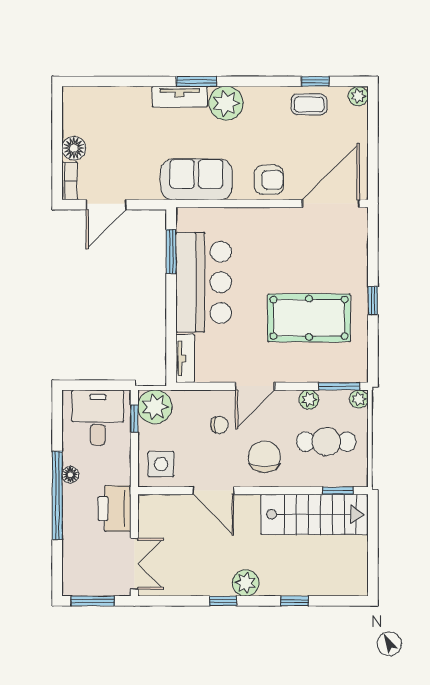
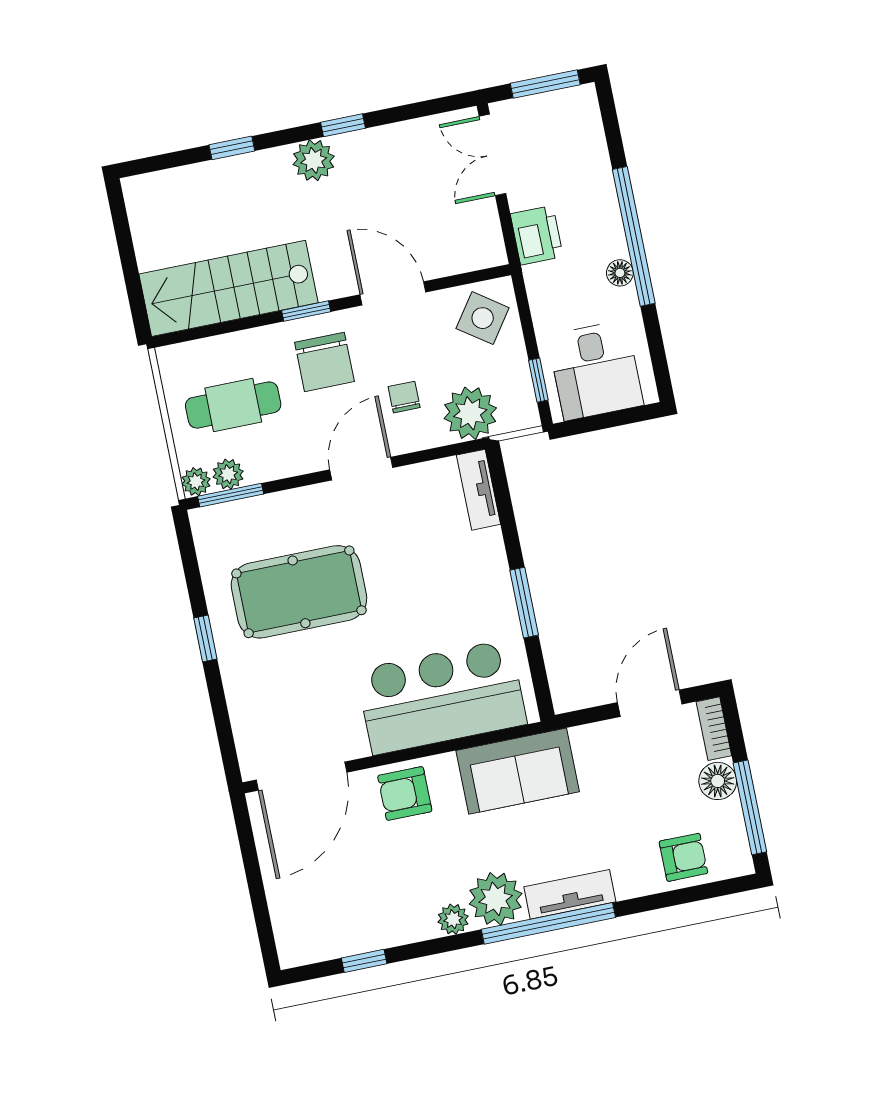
window: (196, 81) -> (548, 923), width x2.11
plant: (358, 96) -> (453, 919), moved
coffee table: (309, 104) -> (366, 923), removed
armchair: (105, 105) -> (683, 857), added
window: (57, 128) -> (750, 807), added
window: (171, 252) -> (524, 603), moved
bar counter: (204, 282) -> (441, 697), moved, turned 90
plant: (309, 400) -> (228, 474), moved
plant: (155, 407) -> (470, 413), moved
chair: (219, 425) -> (404, 397), turned 90
side table: (161, 464) -> (483, 318), turned 35
window: (338, 491) -> (306, 311), moved
printer: (114, 509) -> (537, 235), width x0.73, depth x0.84

